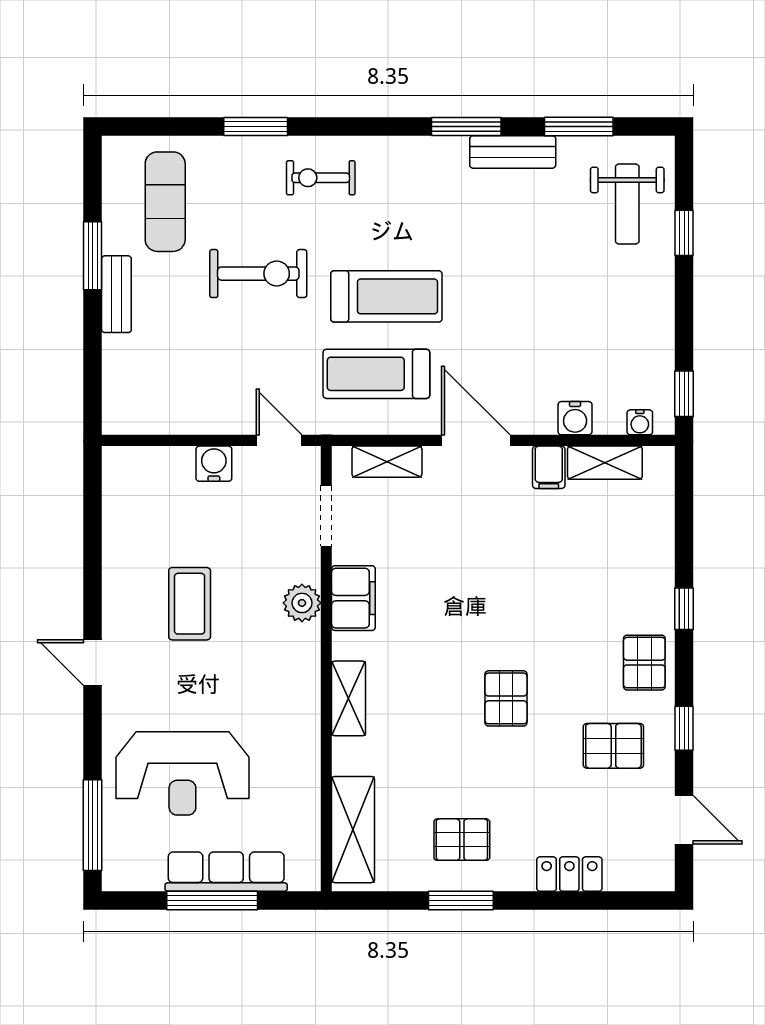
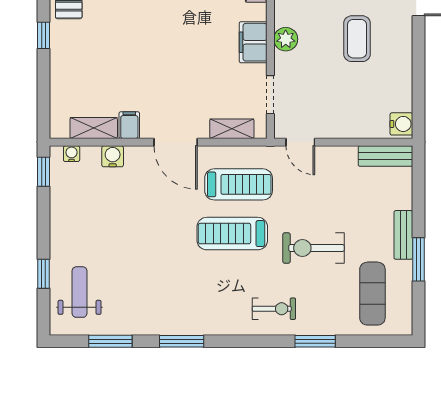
bench: (513, 152) -> (385, 156), moved
water cooler: (214, 464) -> (401, 124), moved, turned -90

